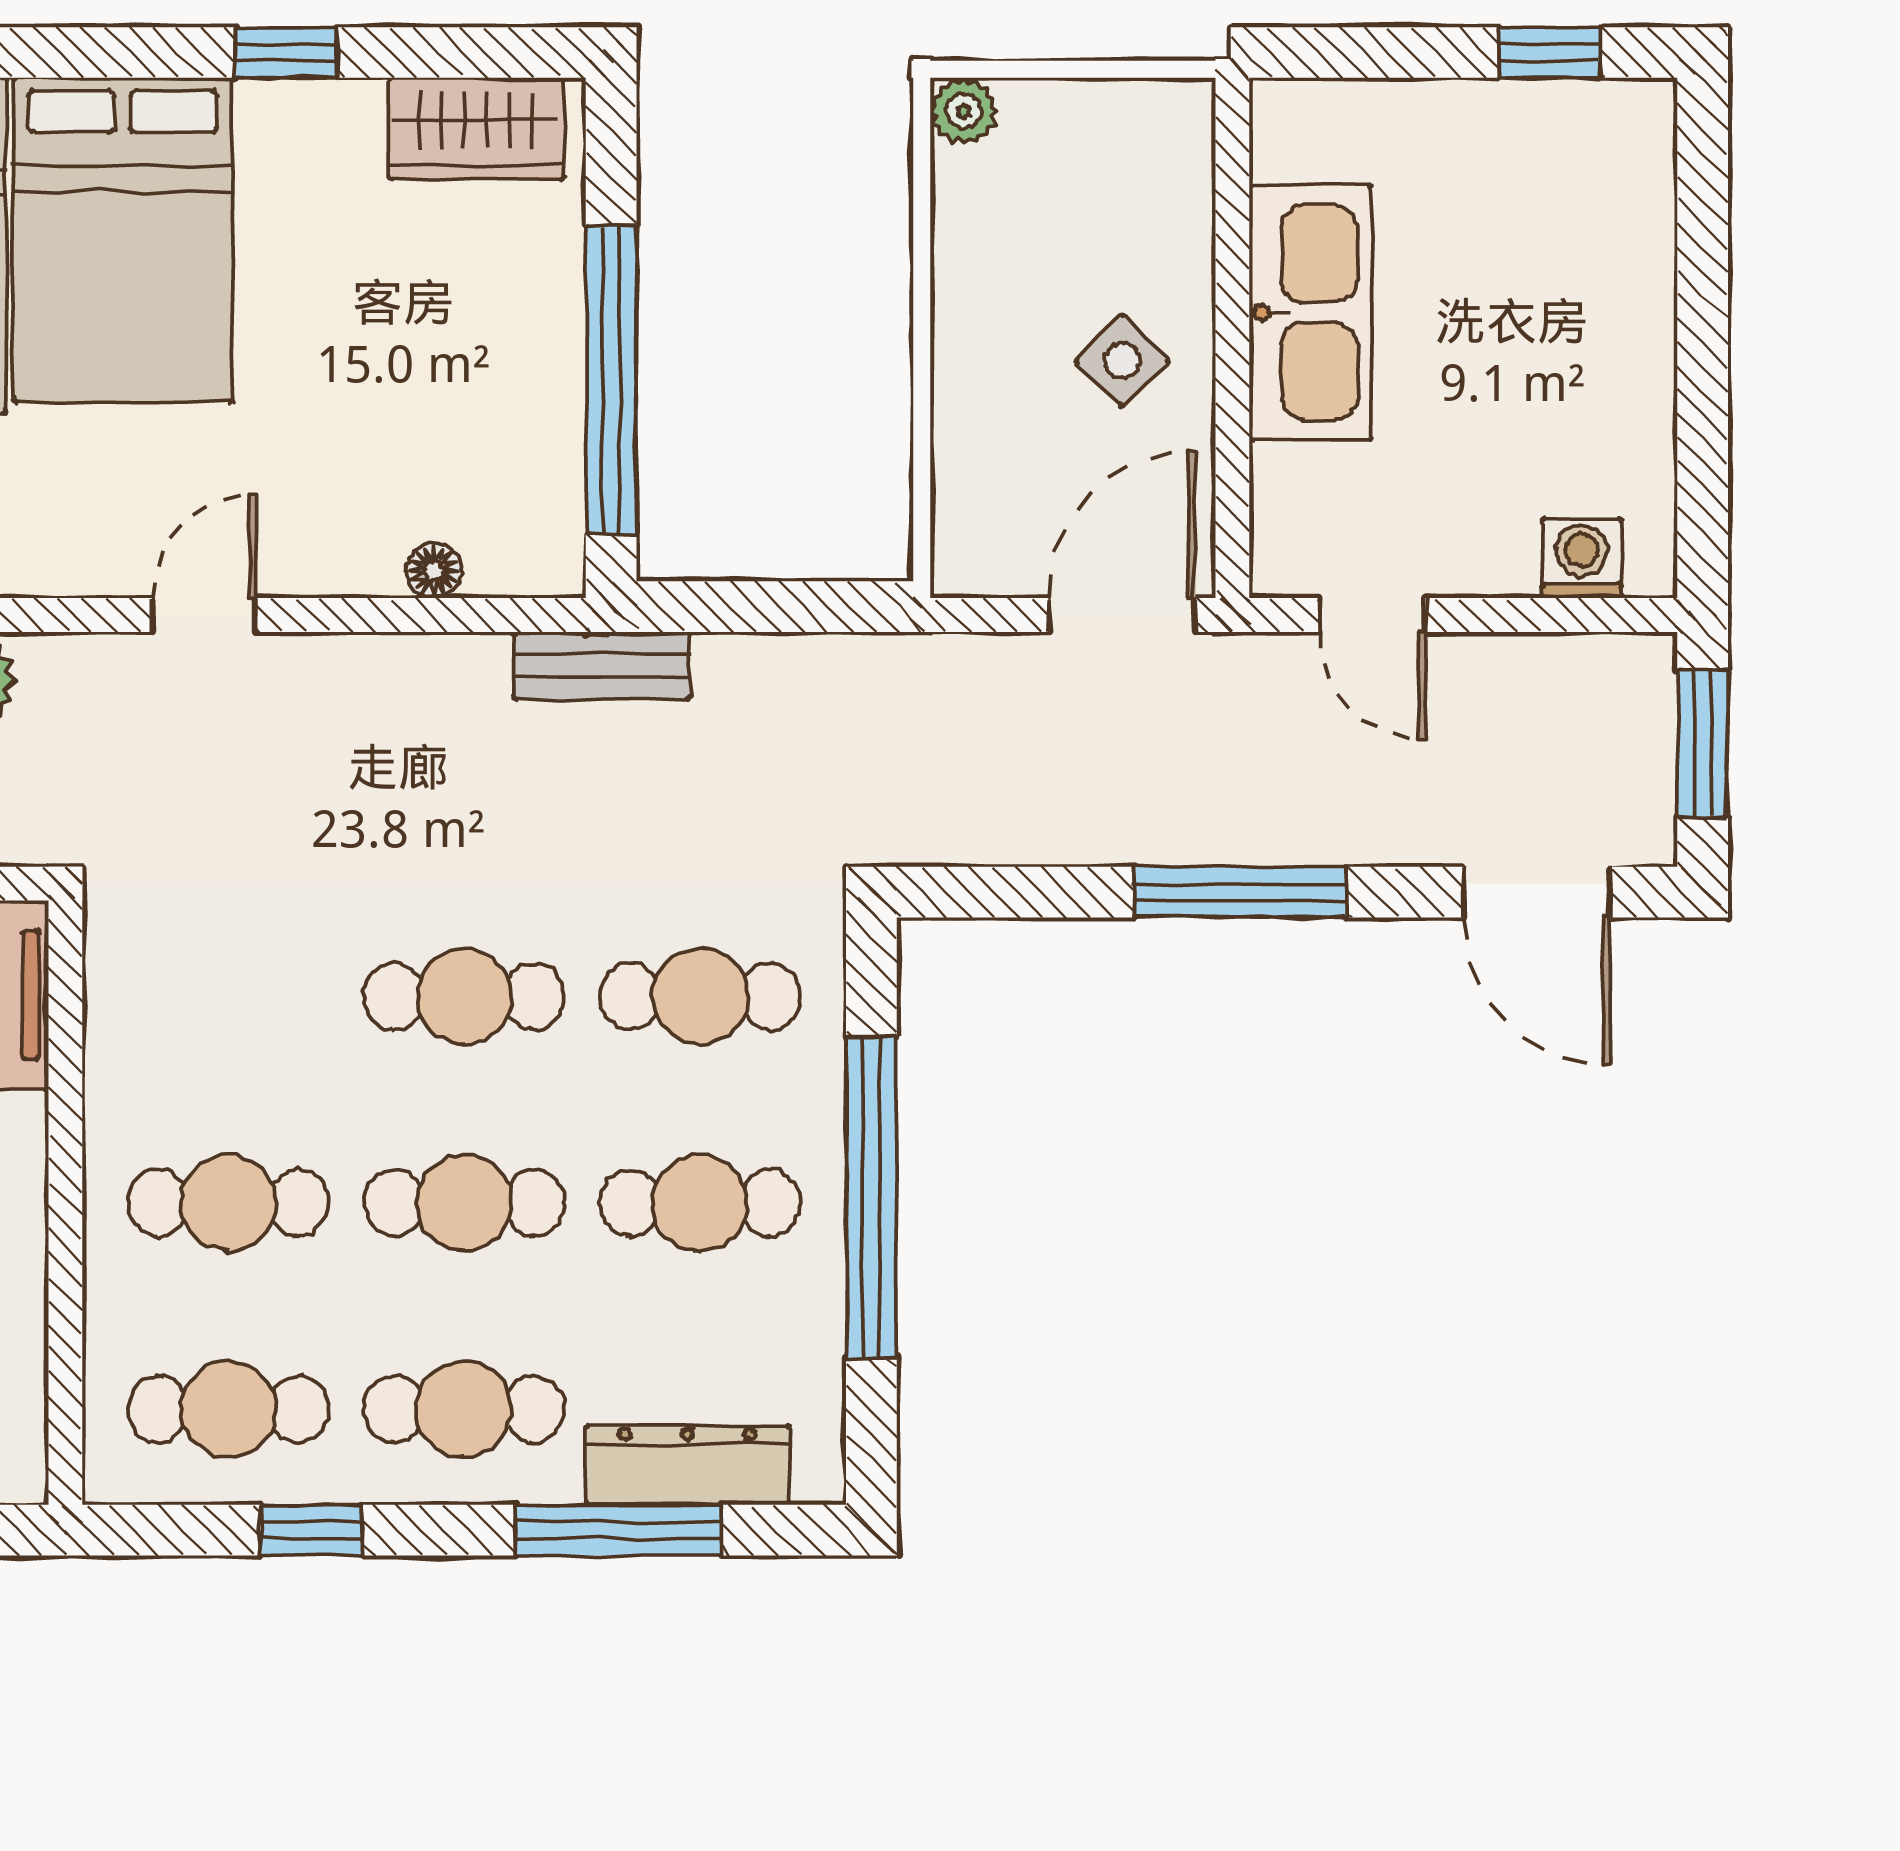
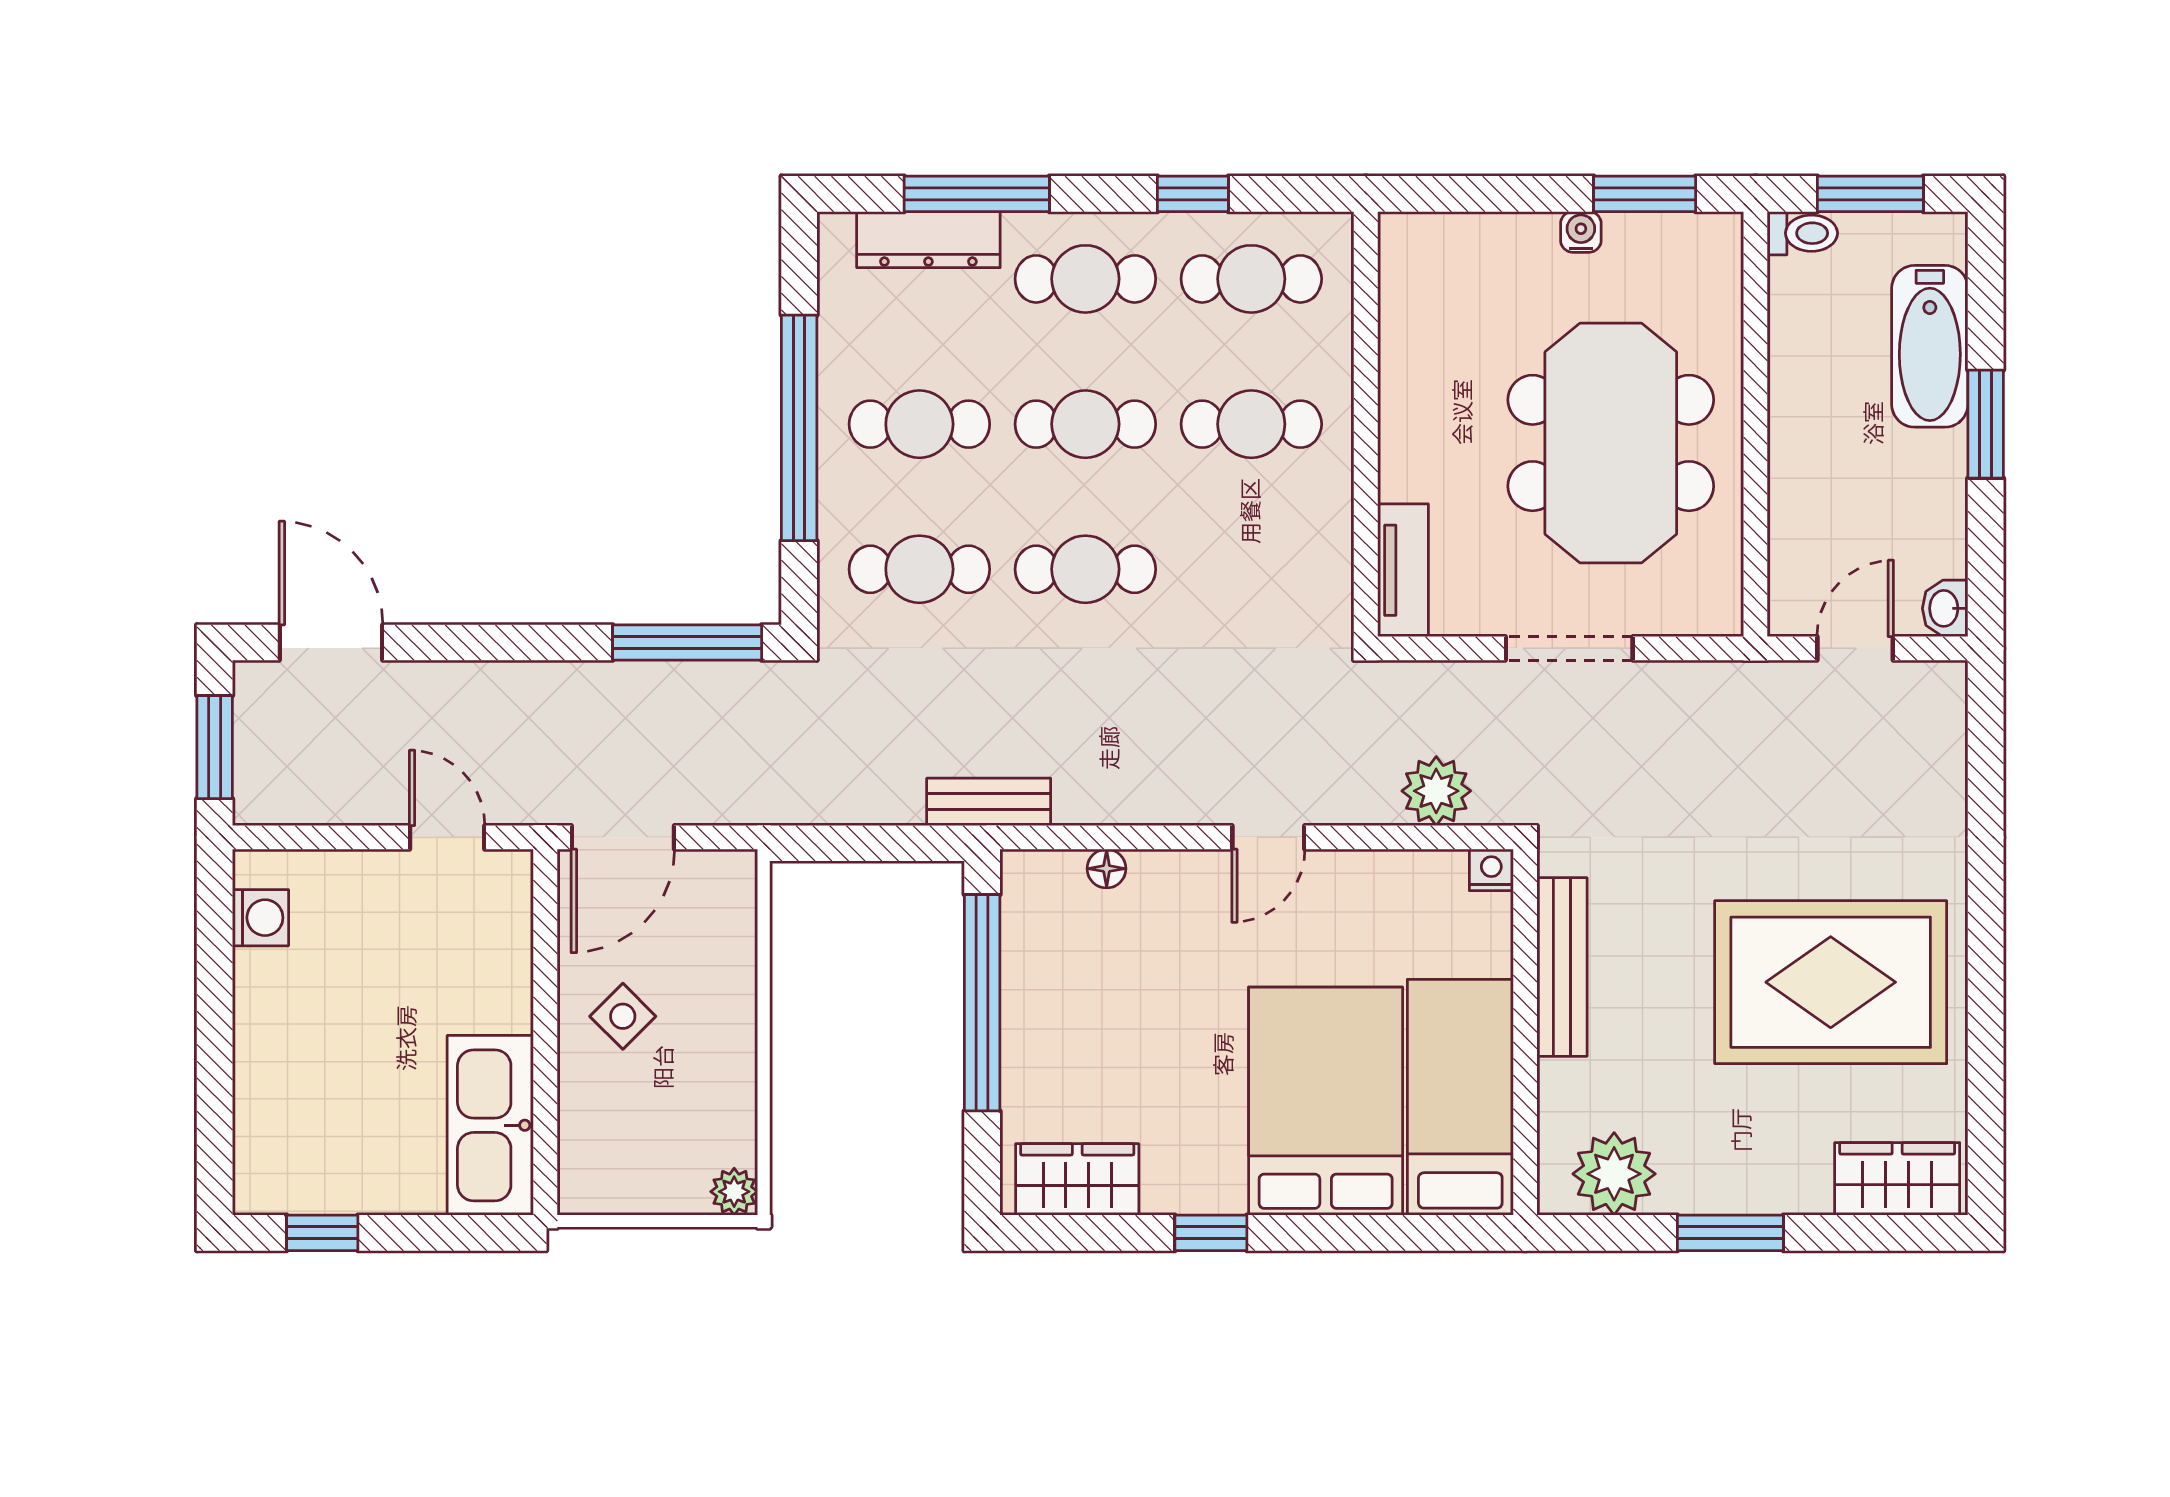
kitchen sink: (1311, 313) -> (490, 1125), moved
washing machine: (1582, 558) -> (260, 918), moved, turned -90
window: (1240, 892) -> (687, 643), moved

